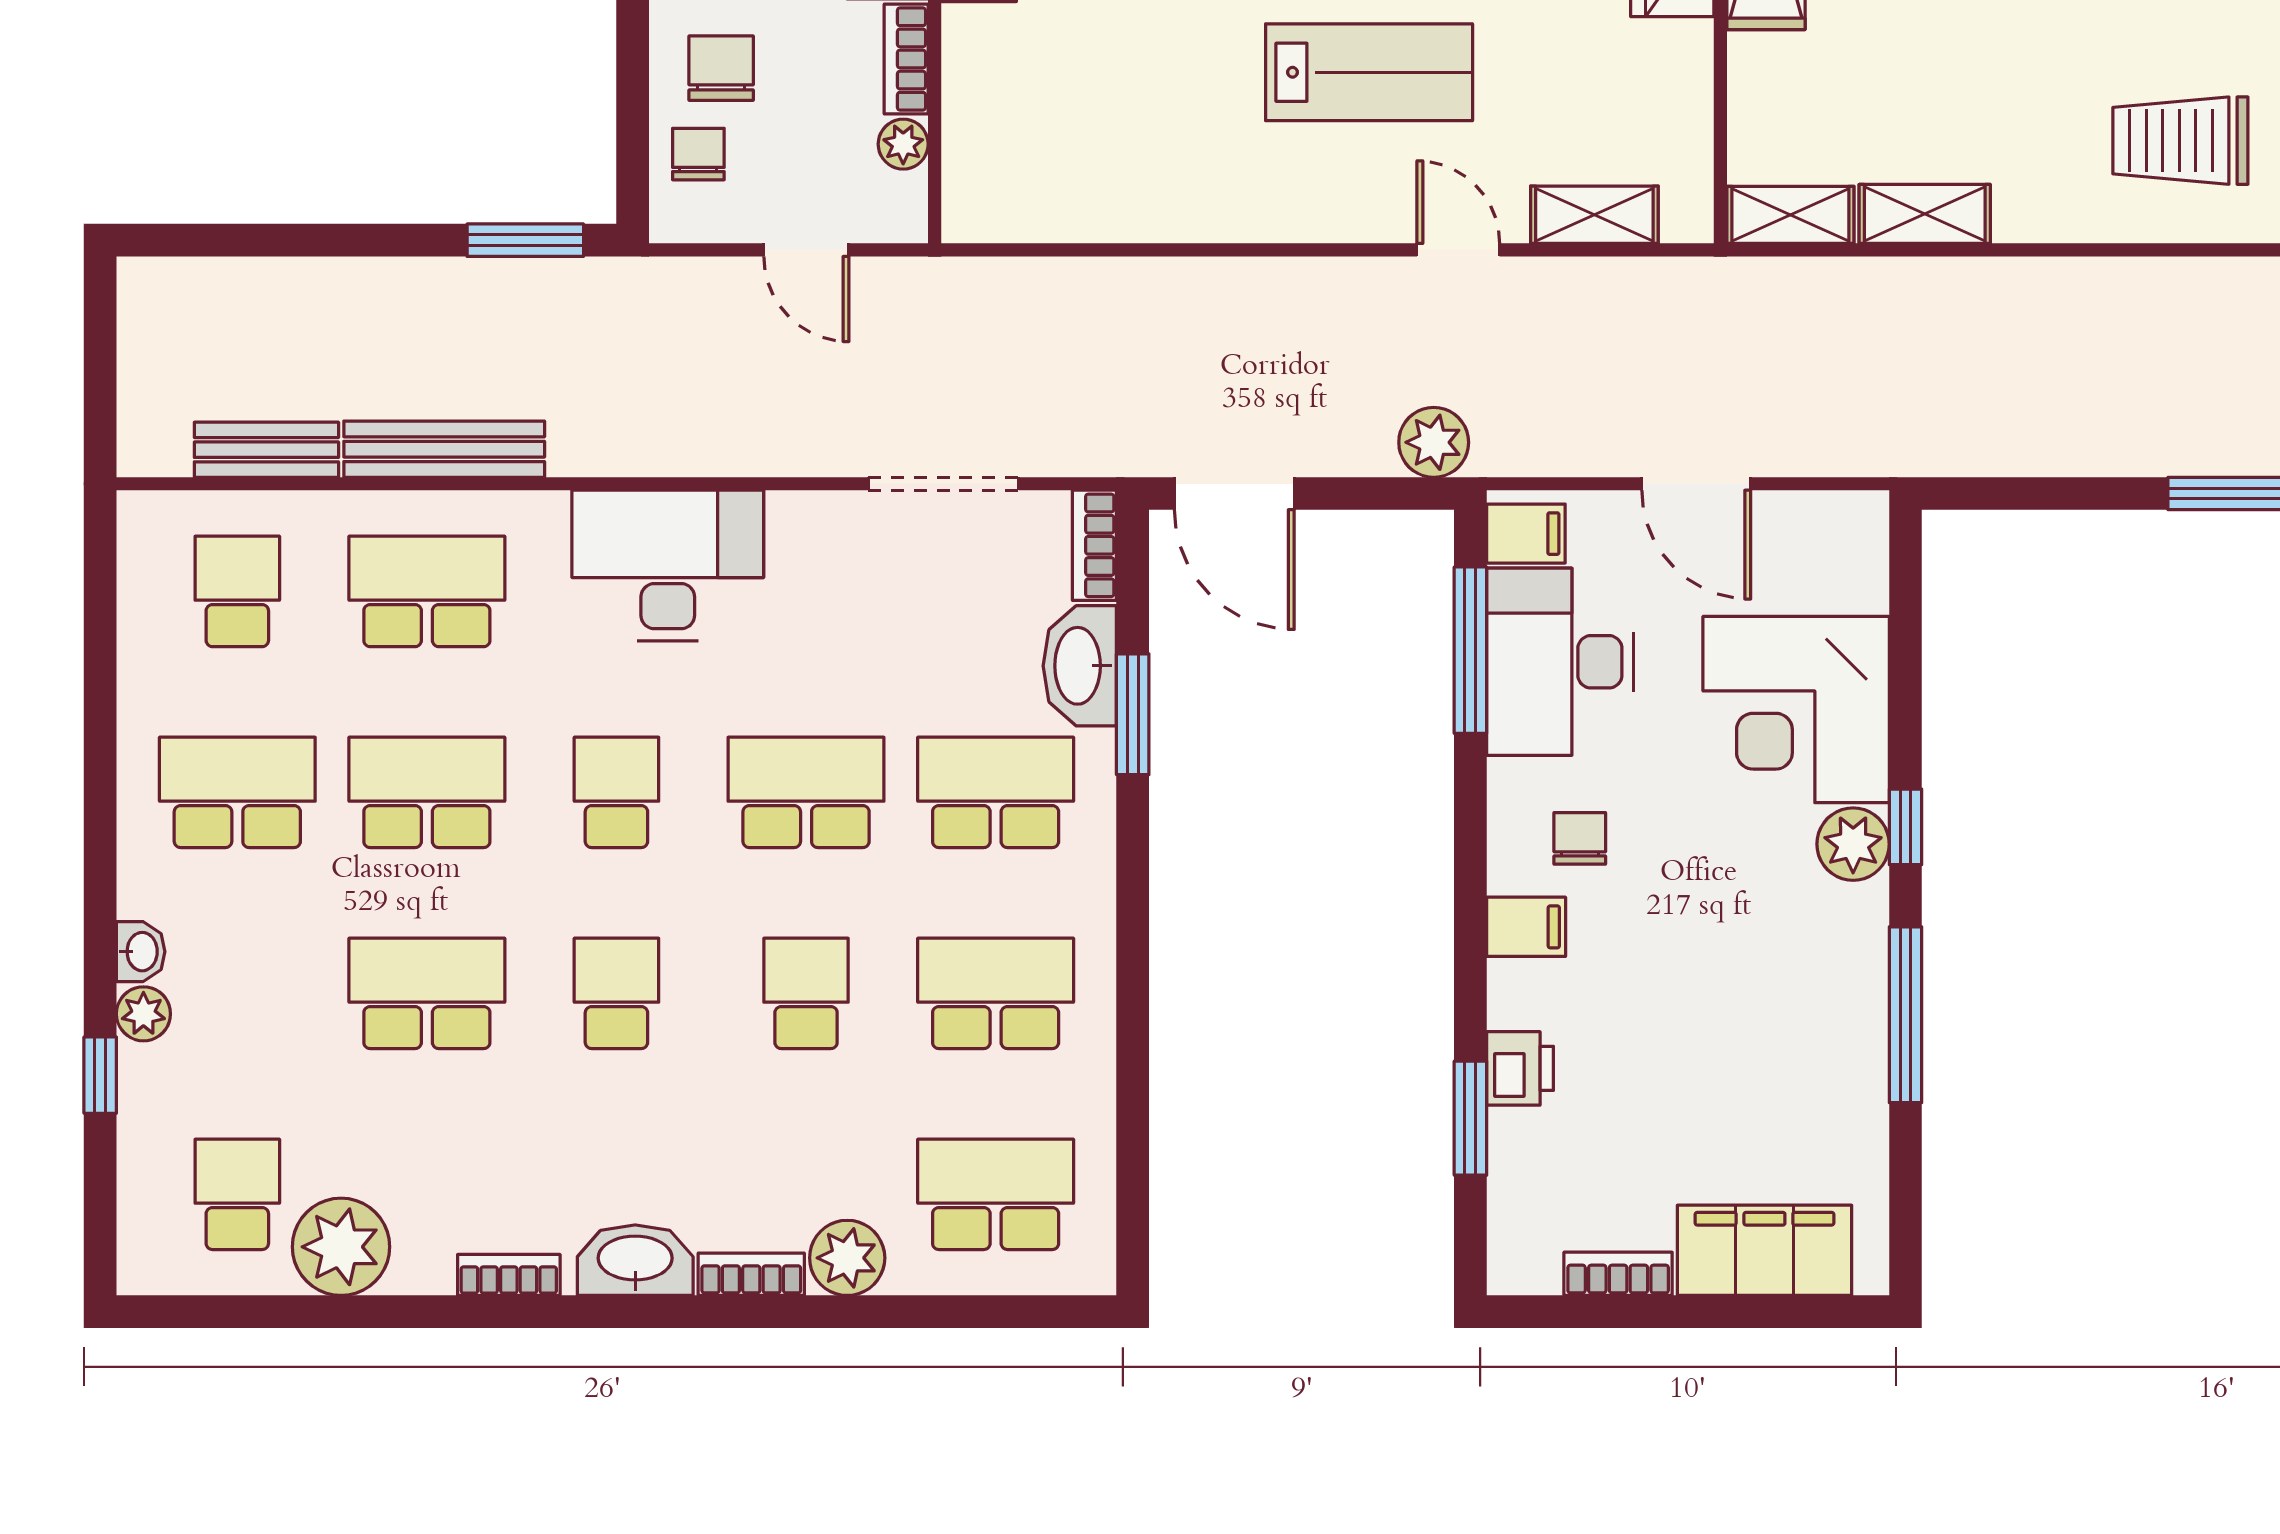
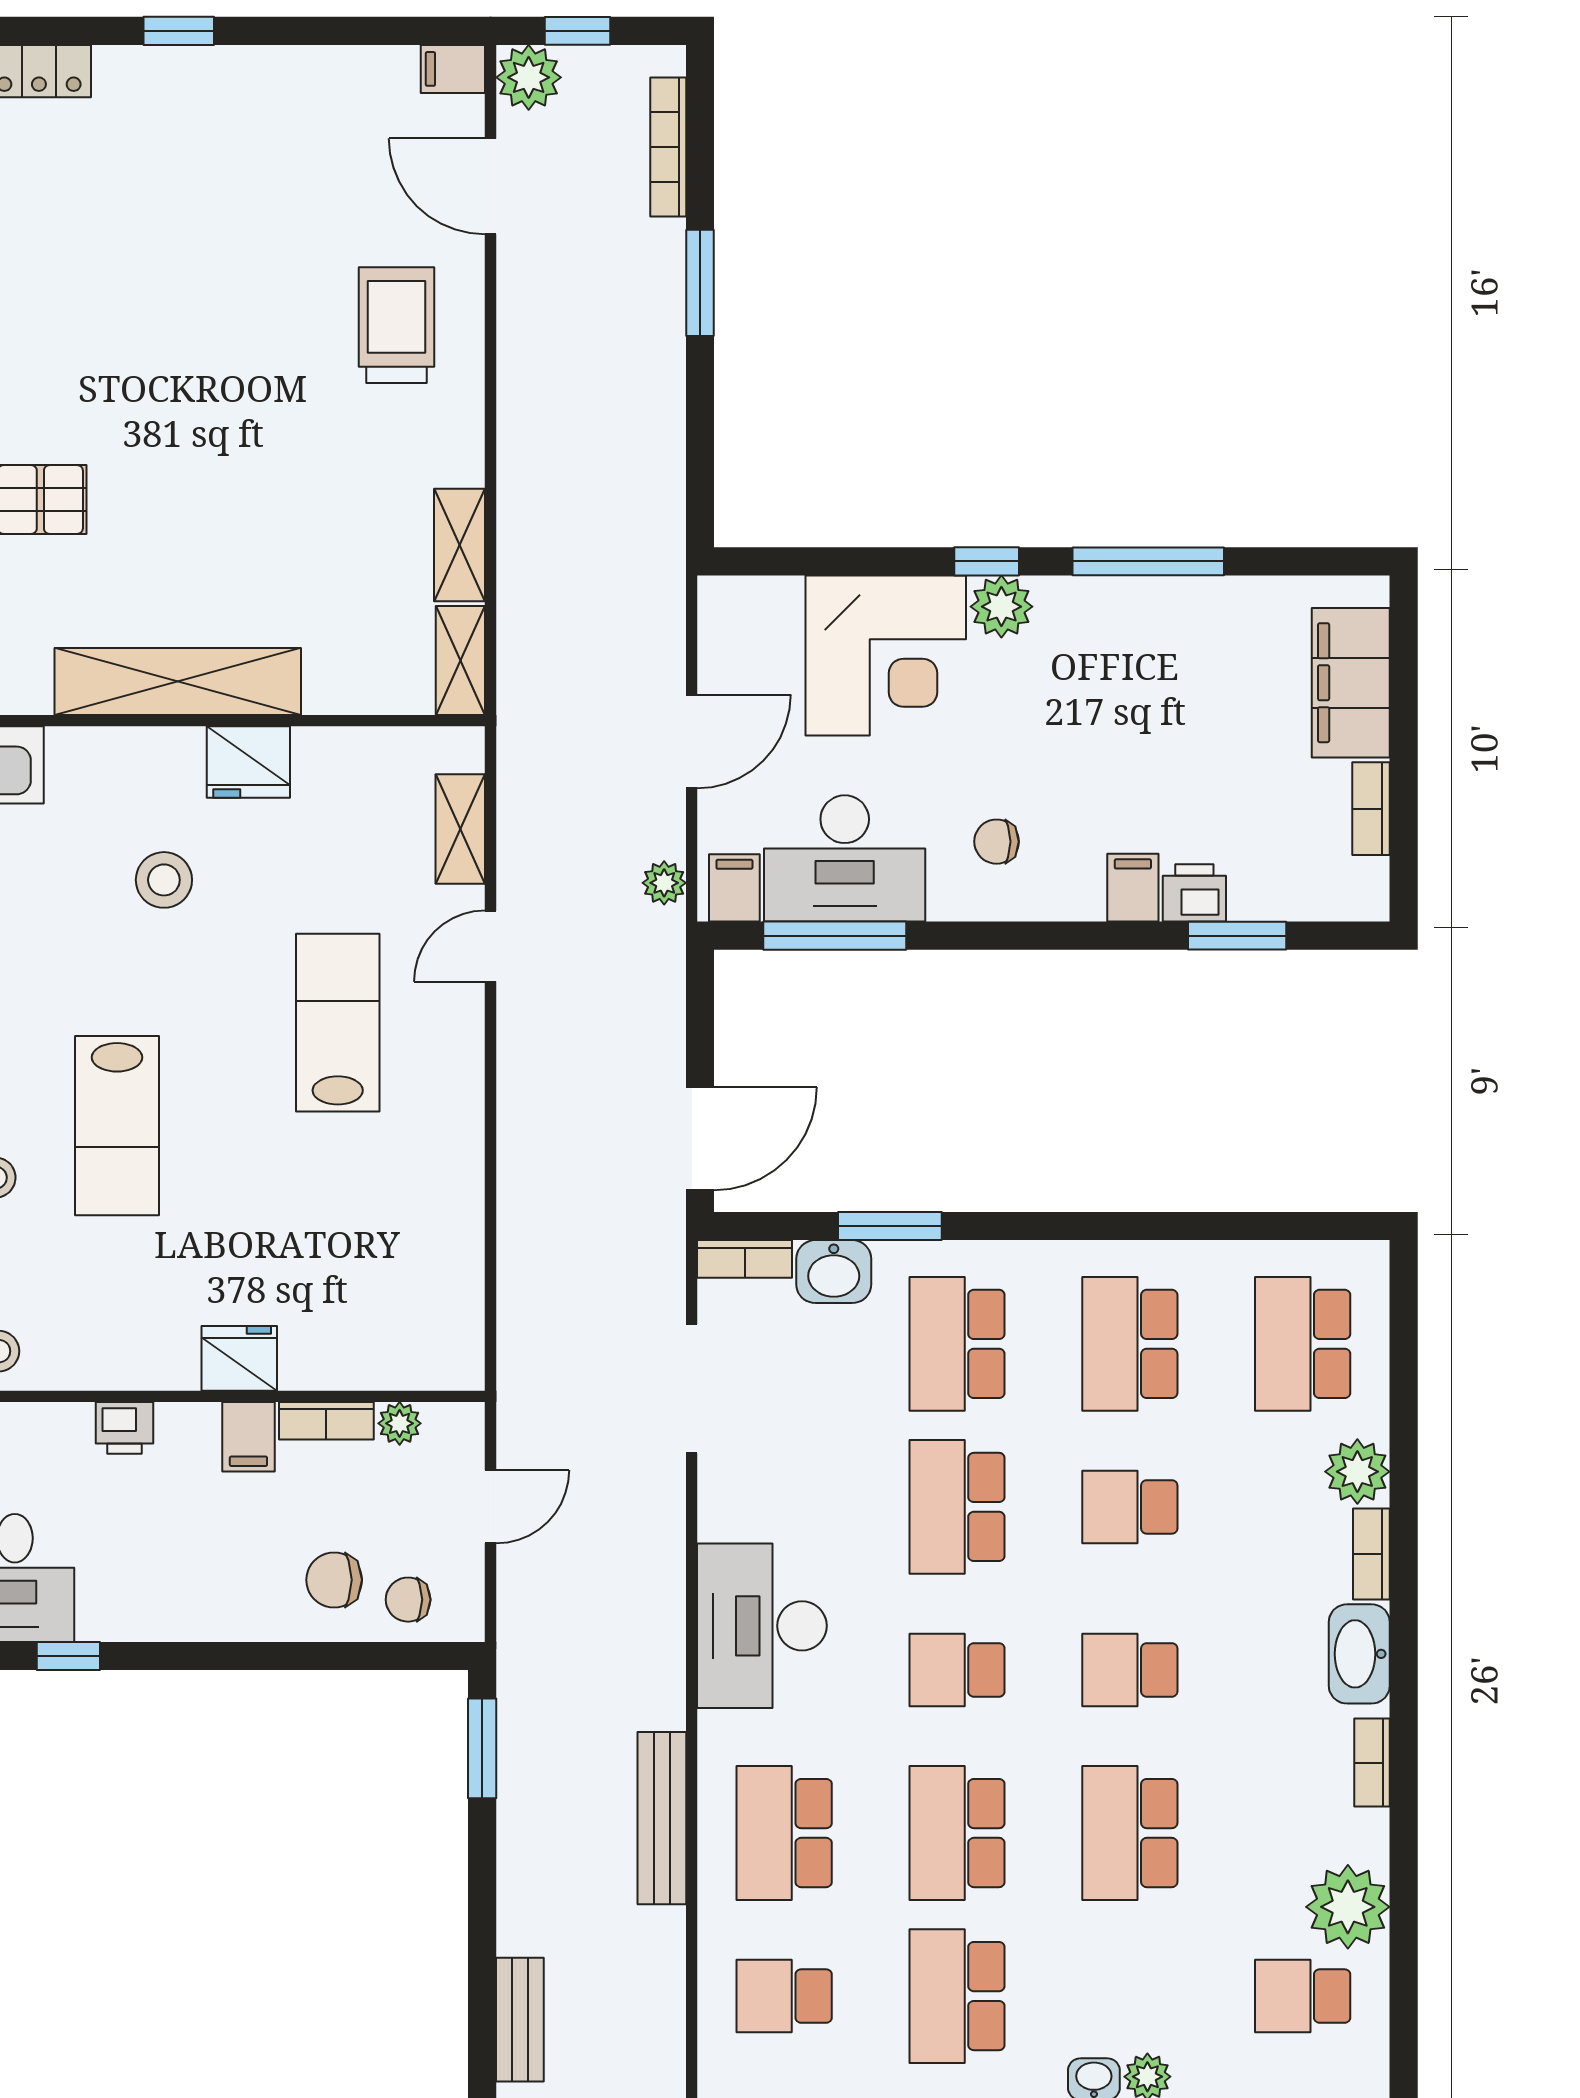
trolley: (2180, 141) -> (397, 325), turned 180
plant: (1434, 442) -> (664, 883), moved, width x0.73, depth x0.73
bench: (266, 450) -> (520, 2020), moved
washbasin: (1080, 666) -> (834, 1272), width x0.72
filing cabinet: (1526, 927) -> (1133, 888), moved

